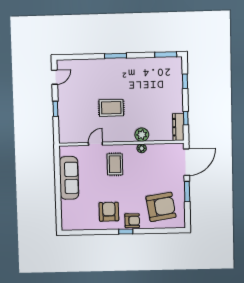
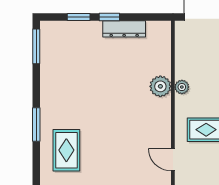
rug: (111, 108) -> (66, 150), moved
window: (186, 118) -> (109, 17), moved
dresser: (178, 127) -> (124, 29), moved

